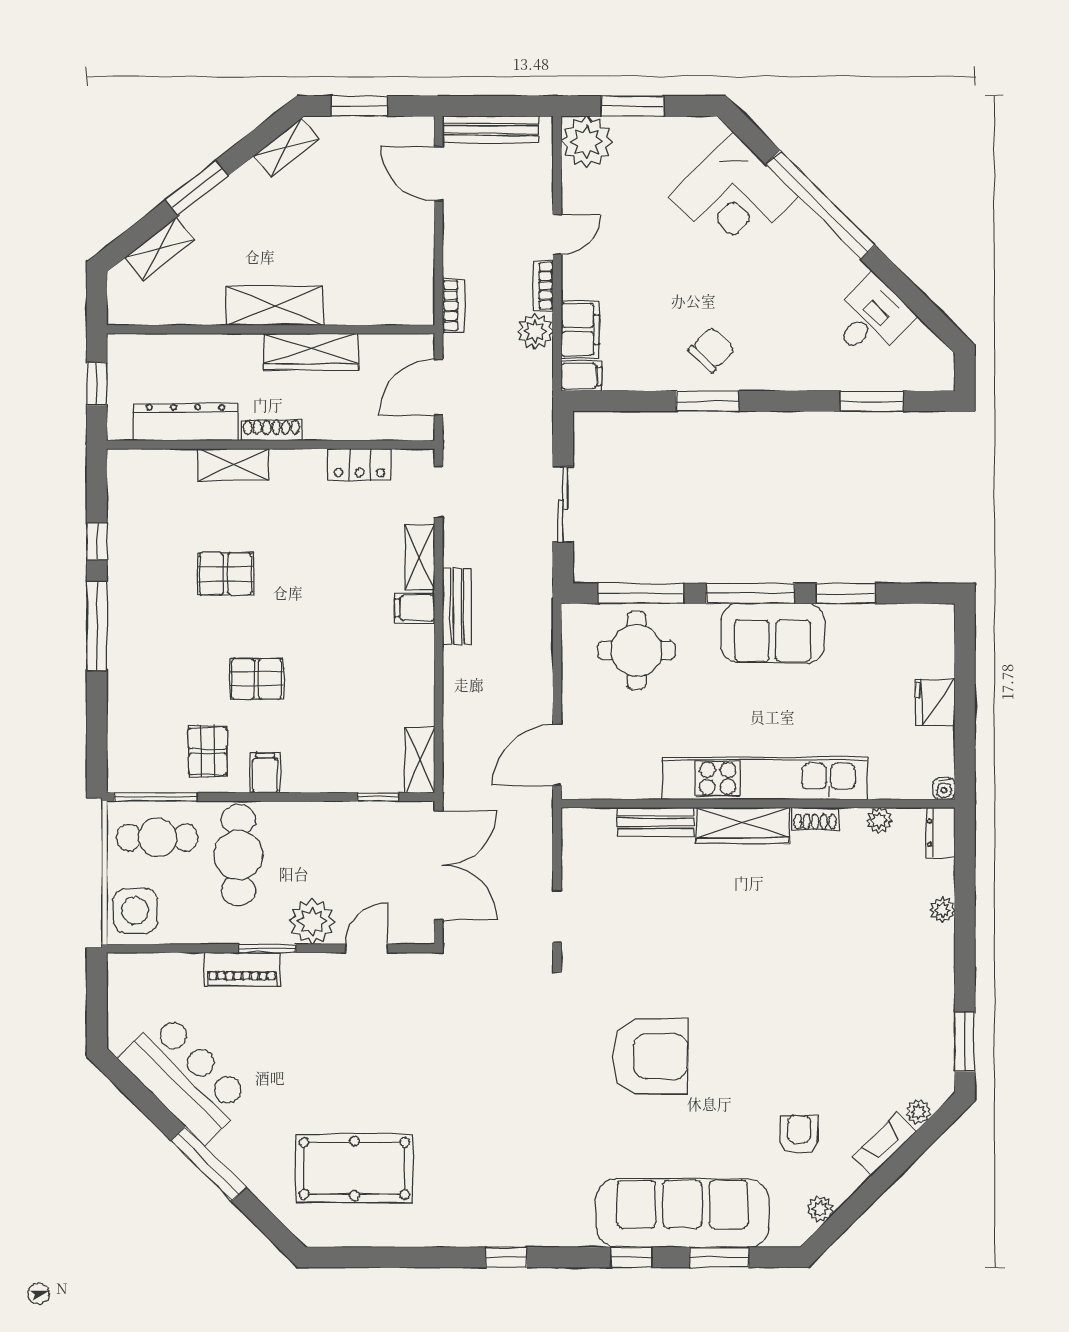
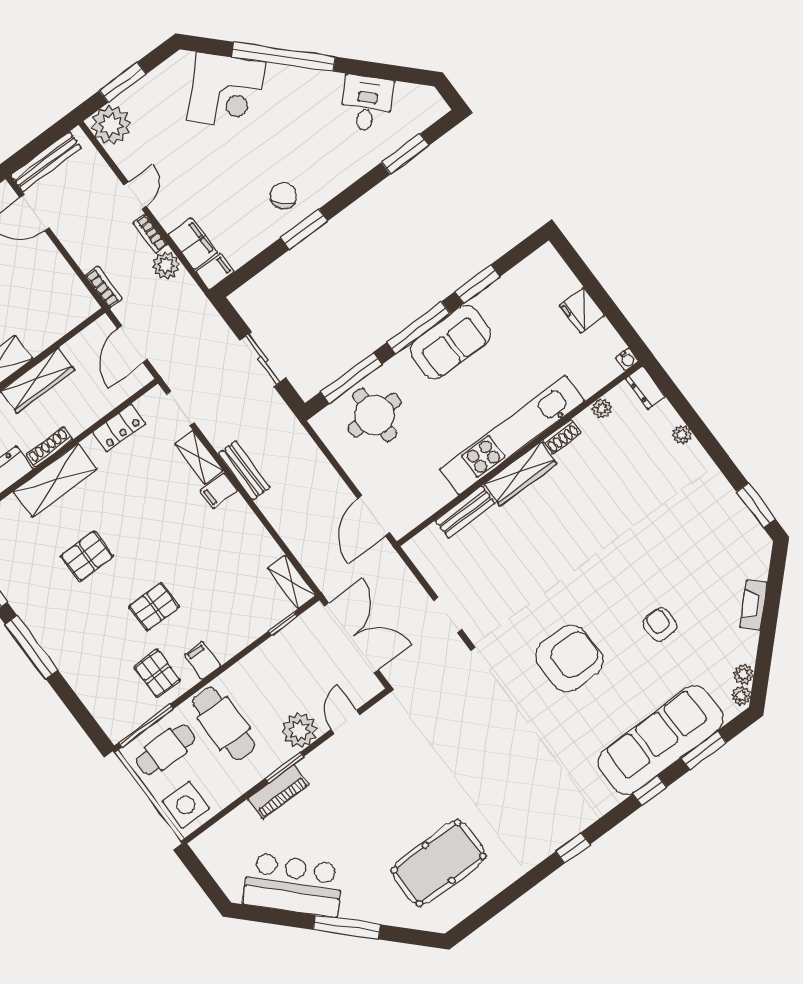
shelving: (234, 464) -> (55, 480), width x1.50, depth x1.33
plant: (918, 1112) -> (741, 696), moved
armchair: (799, 1135) -> (660, 624), moved

